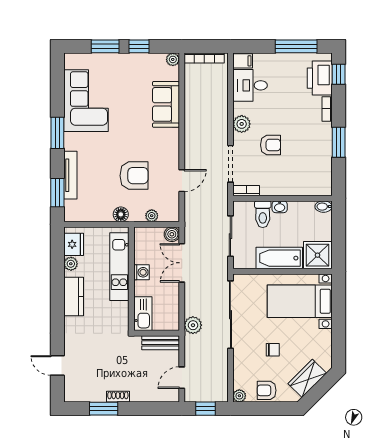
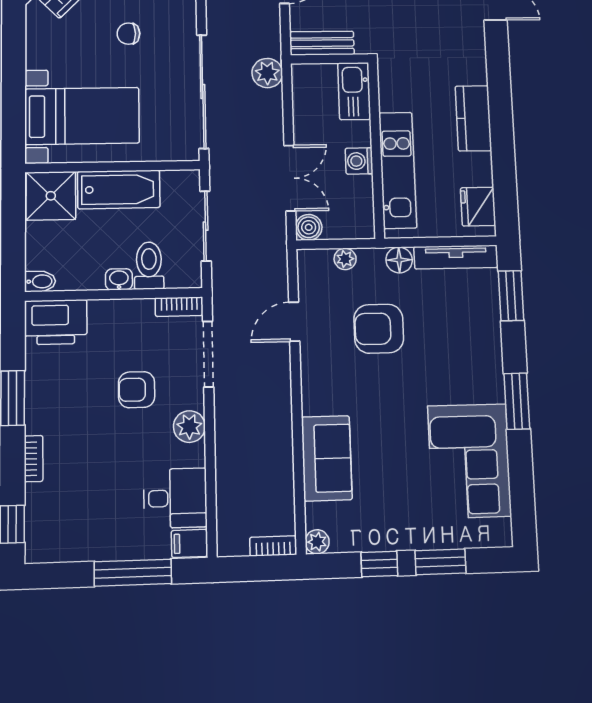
window: (296, 46) -> (133, 573), moved
bookcase: (204, 58) -> (273, 546), width x0.64
printer: (320, 78) -> (56, 322), moved, turned 90
tv unit: (70, 175) -> (456, 257), moved, turned -90
plant: (71, 264) -> (481, 173), removed

